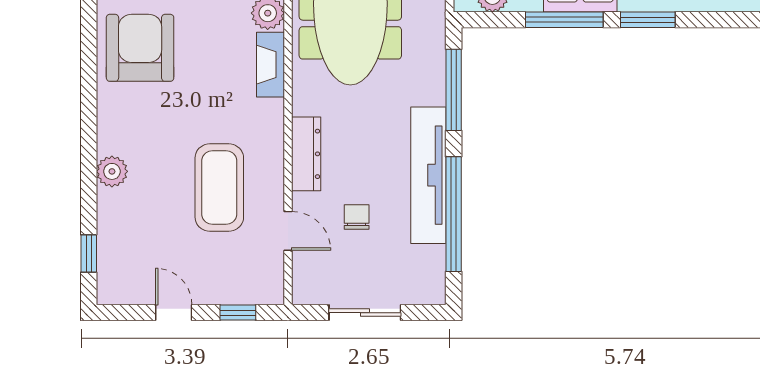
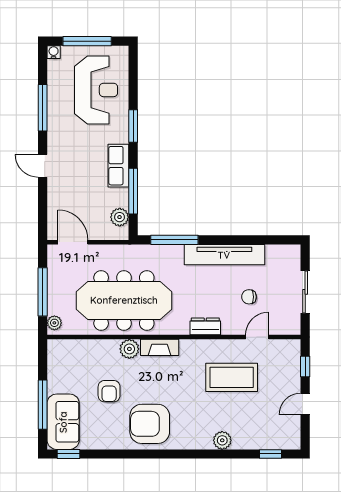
window: (564, 20) -> (133, 191), moved
dresser: (306, 154) -> (205, 326), width x0.70
window: (454, 214) -> (247, 240), removed

